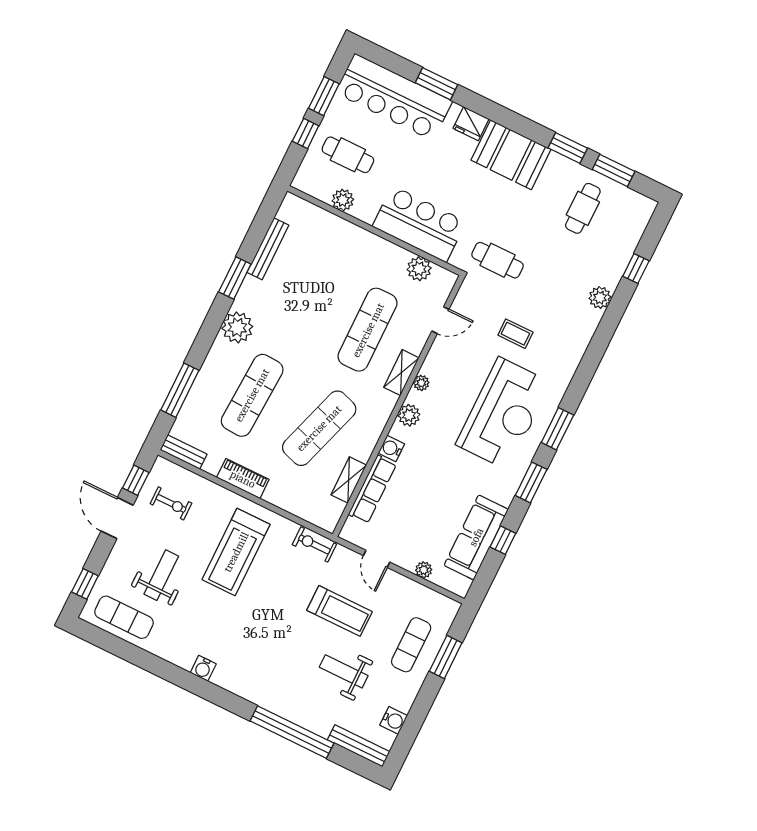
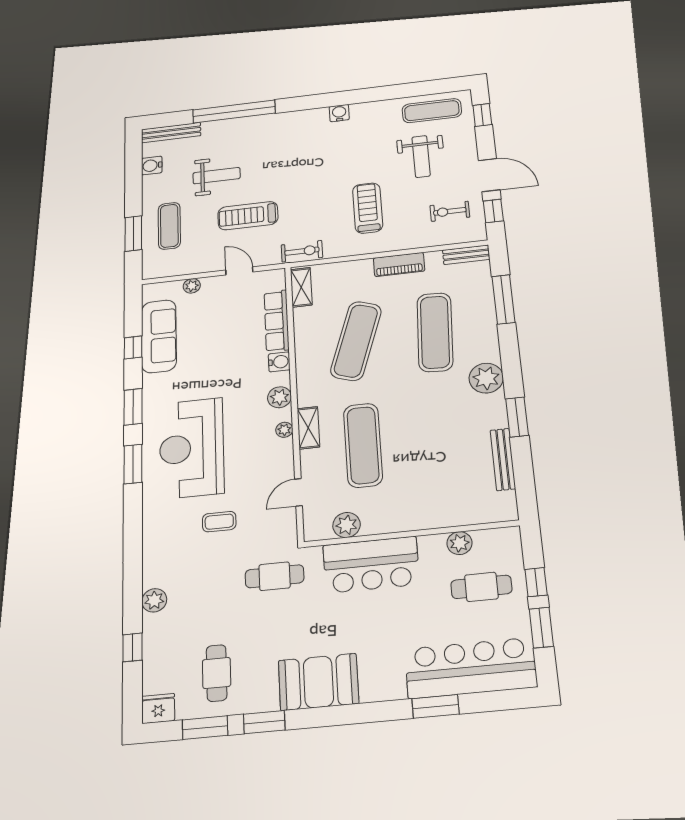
fridge: (471, 124) -> (158, 709), moved
shelving: (349, 480) -> (301, 287), moved
treadmill: (236, 552) -> (368, 208), width x0.73, depth x0.73

